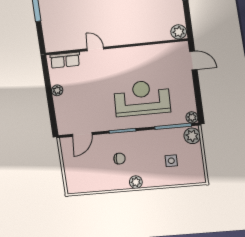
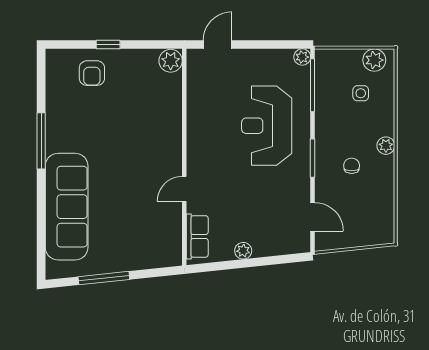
plant: (192, 136) -> (374, 60), moved

